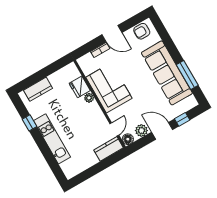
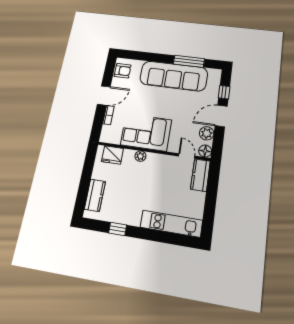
armchair: (142, 31) -> (123, 71), turned -90
fridge: (80, 87) -> (112, 155), moved
kitchen unit: (52, 139) -> (171, 224), moved

